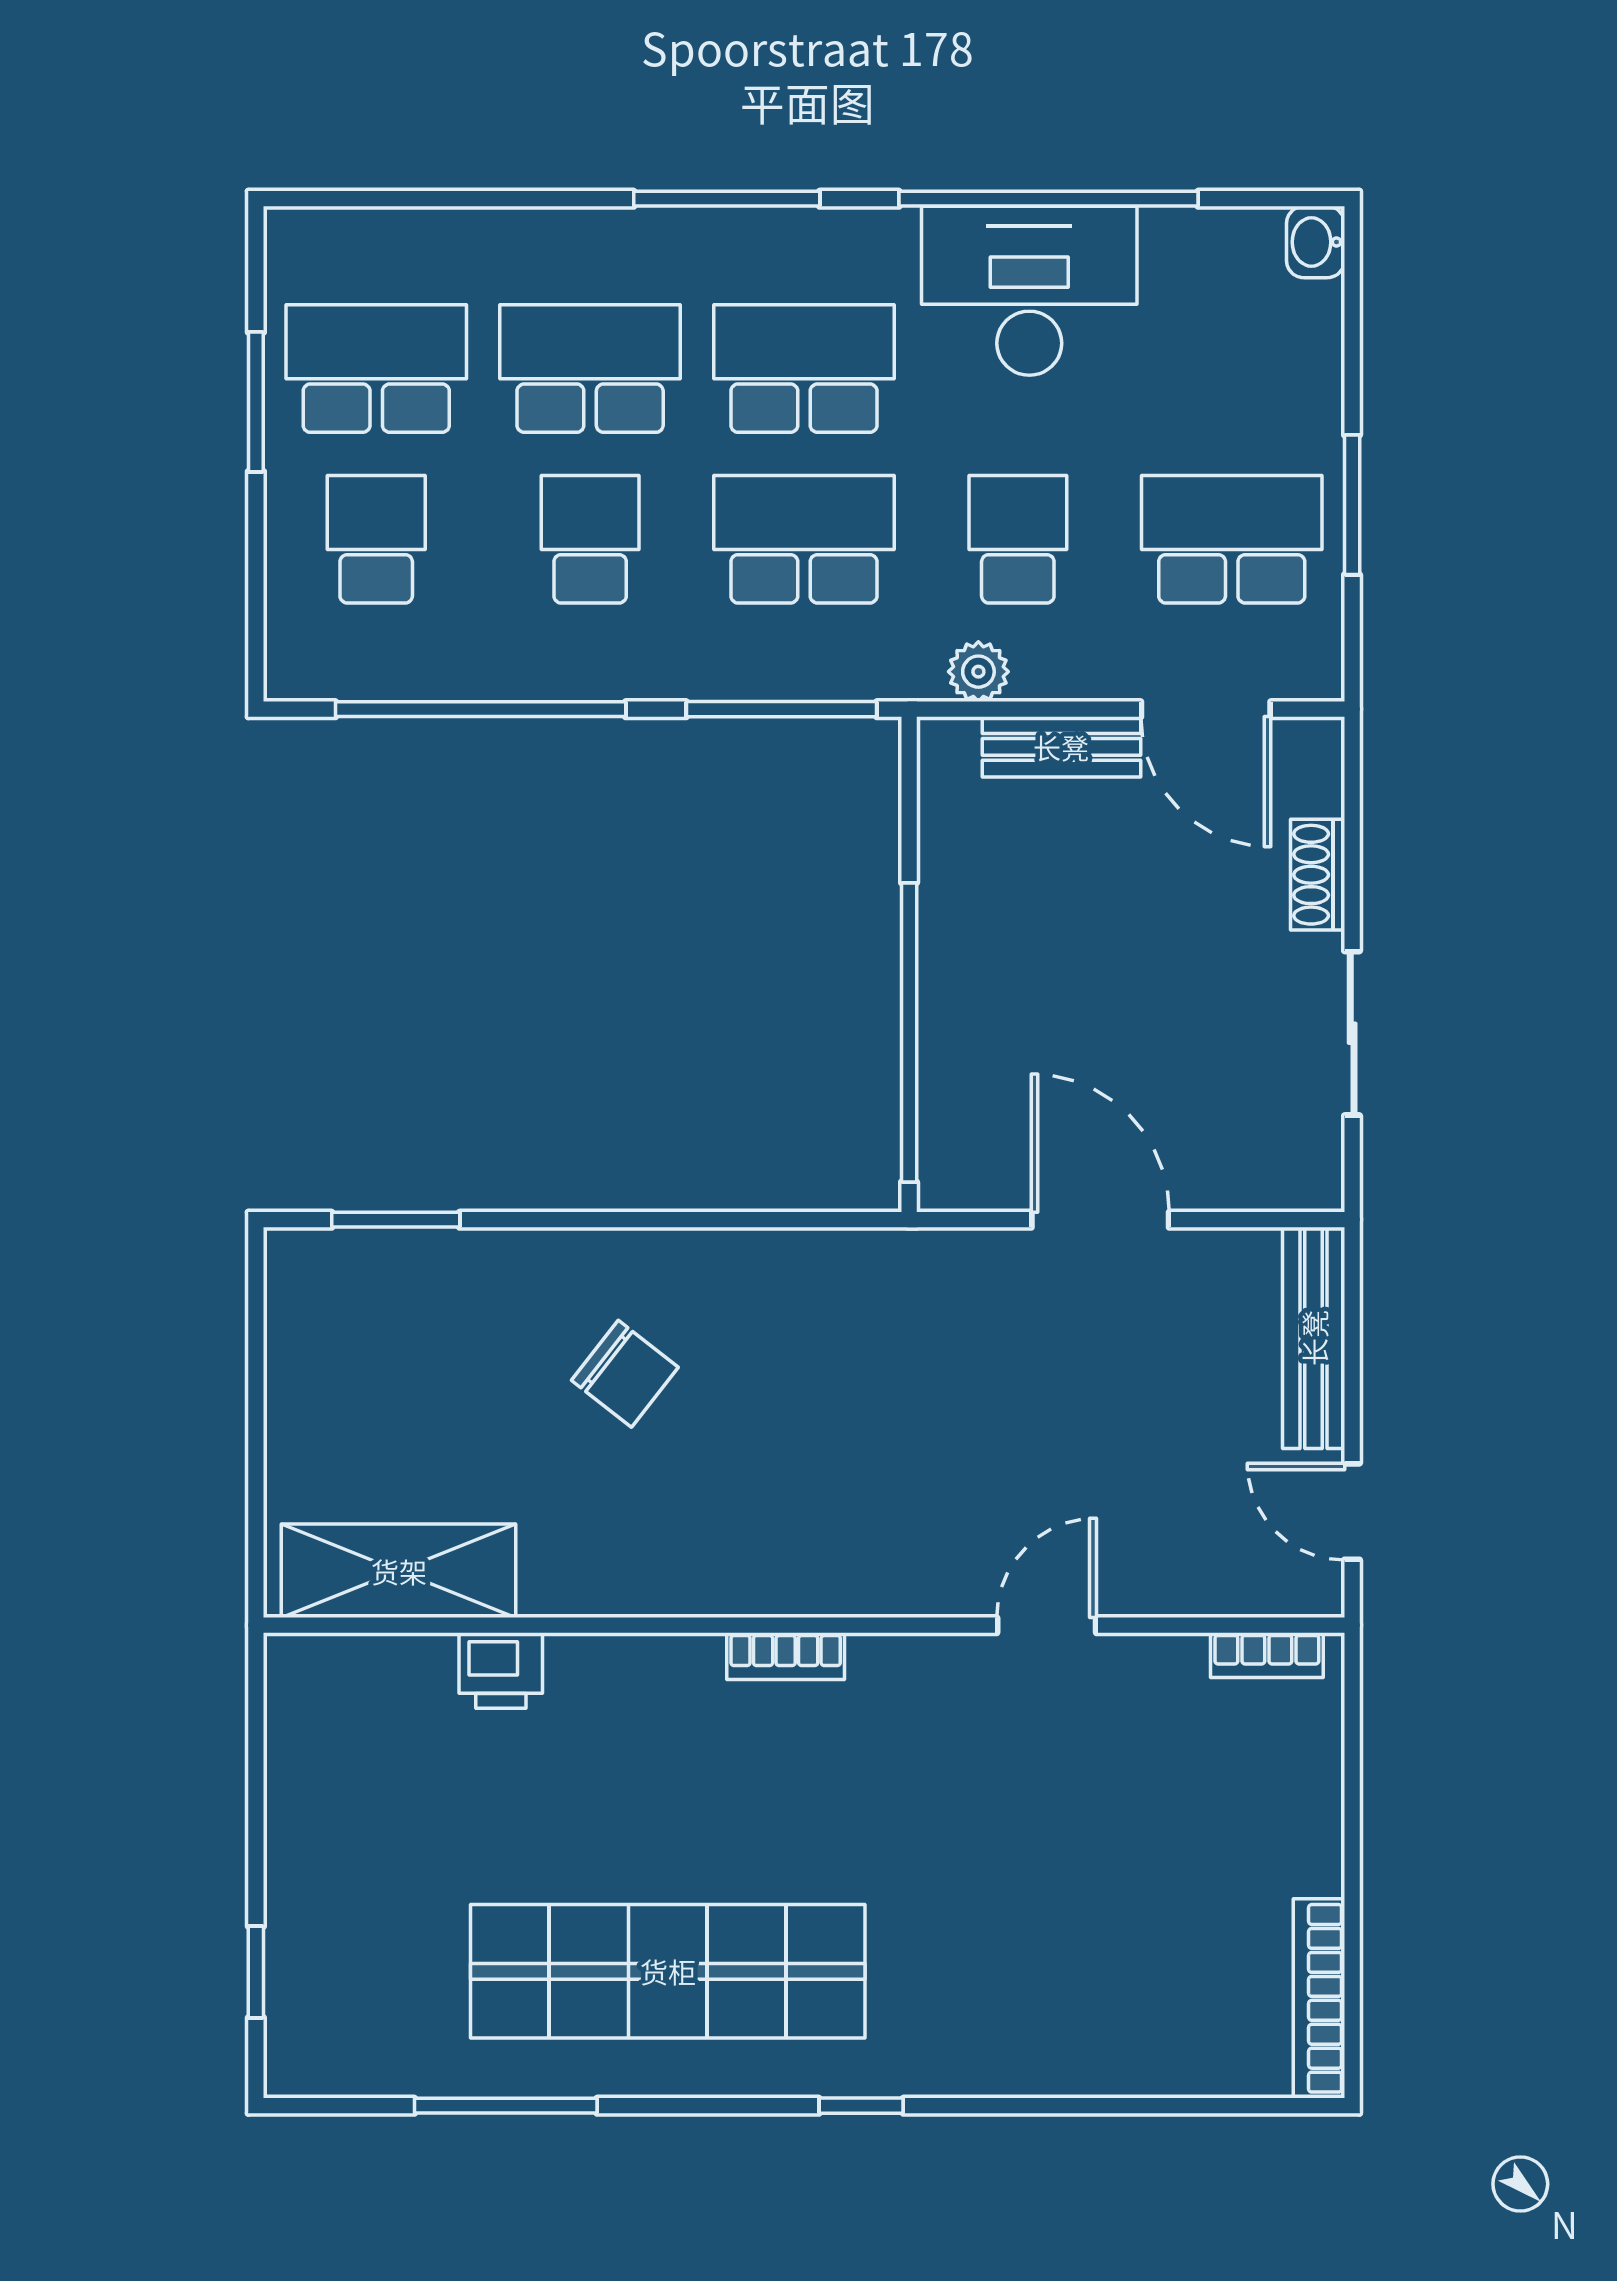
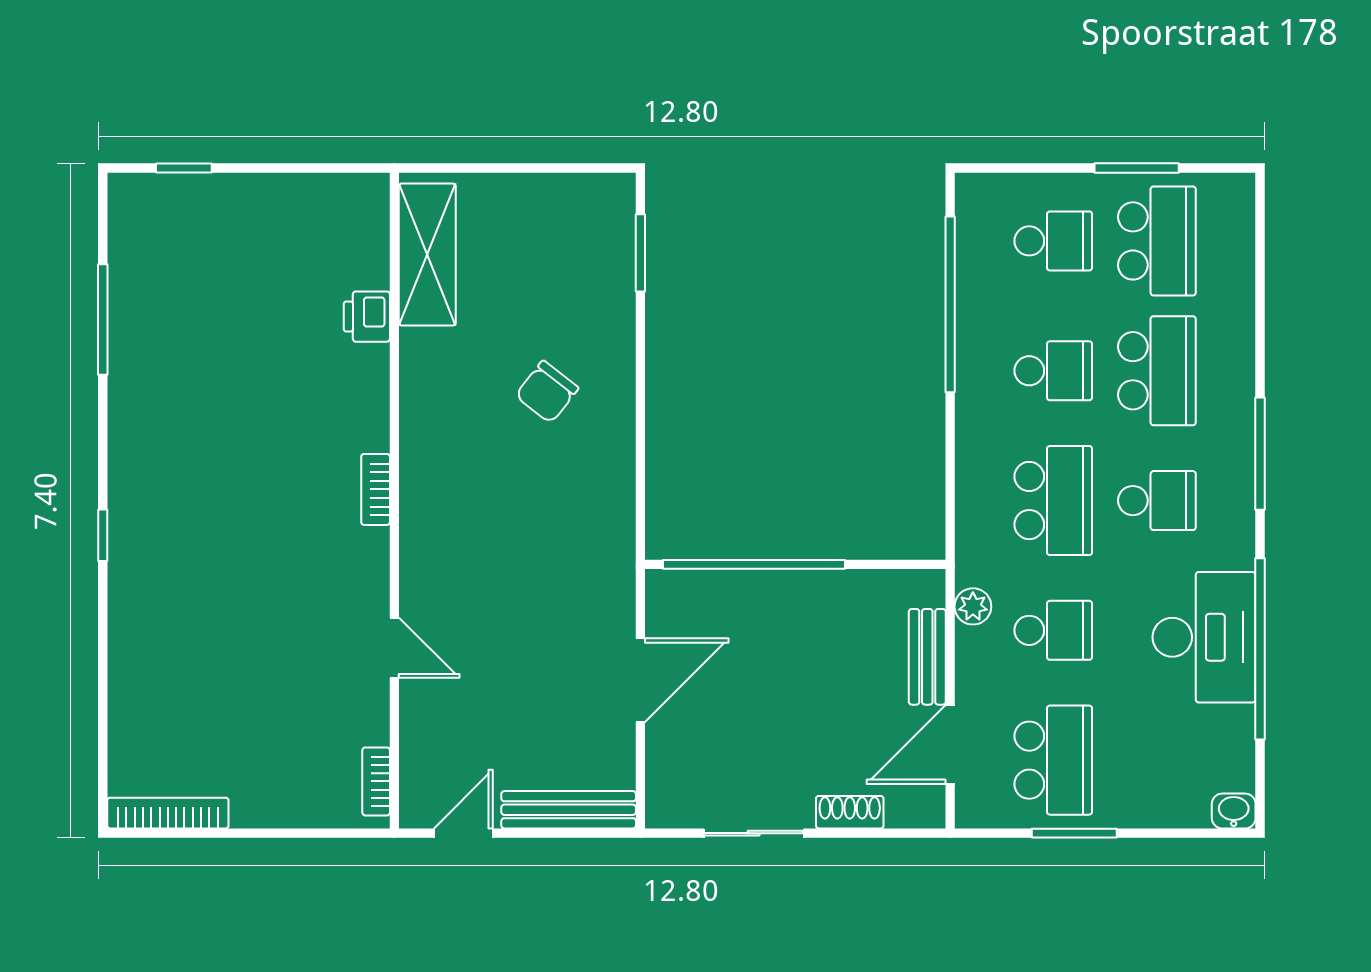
school desk: (804, 369) -> (1157, 501), width x0.54
window: (781, 709) -> (950, 487), removed
shop shelf: (668, 1971) -> (184, 418), removed

